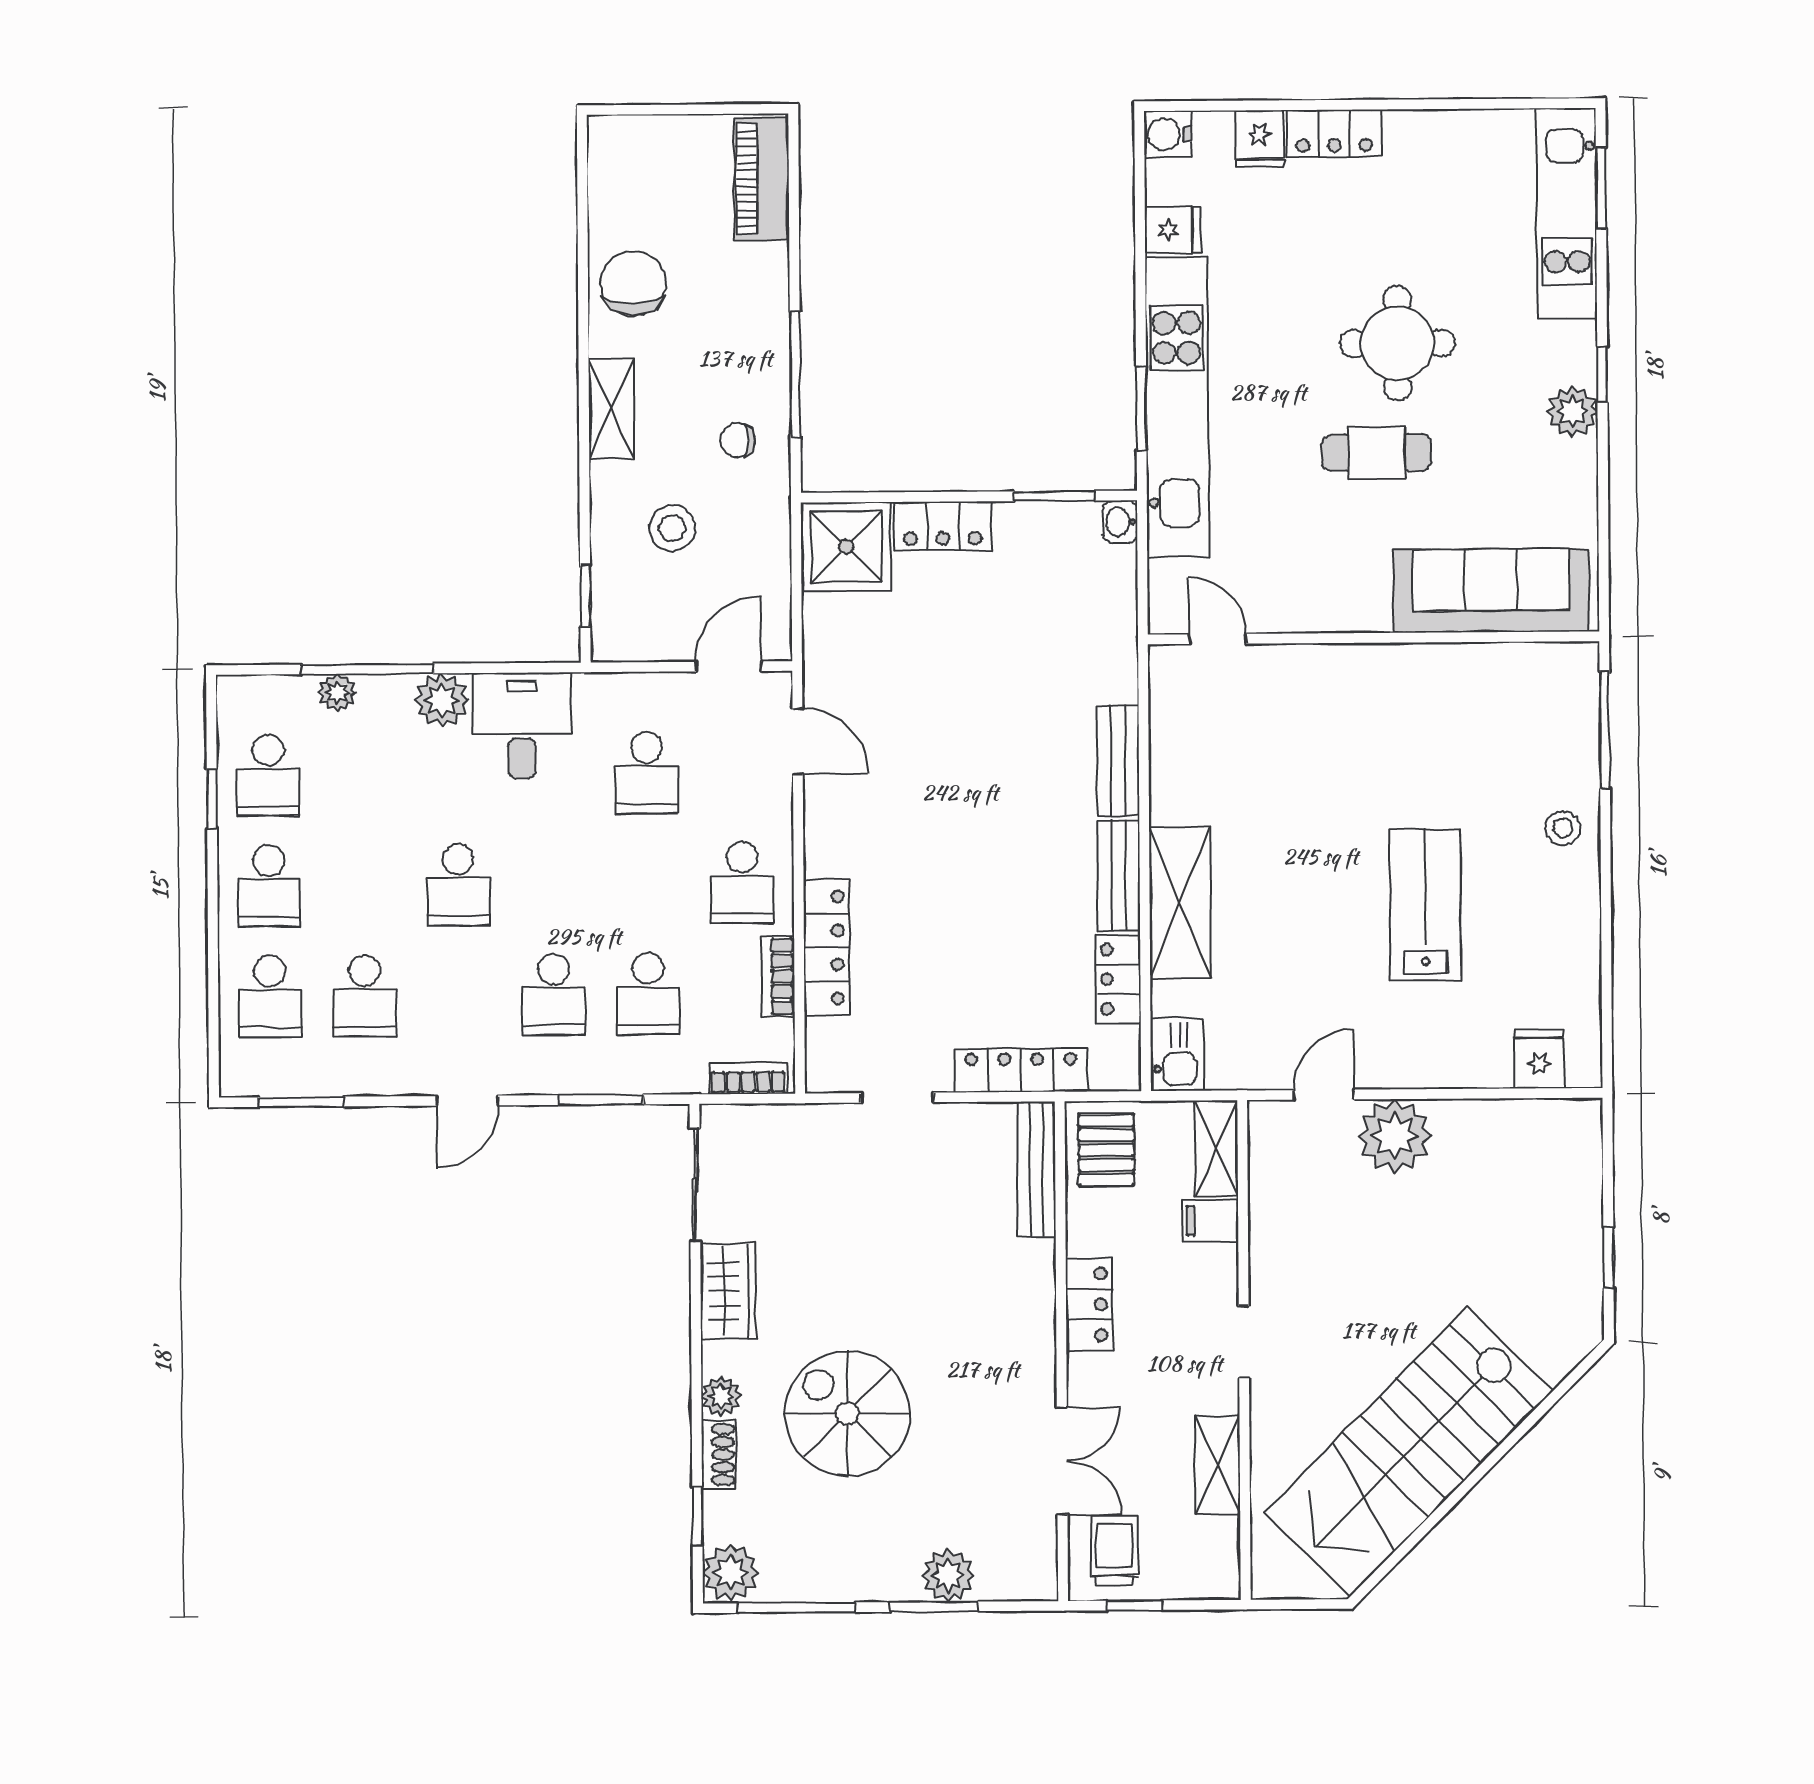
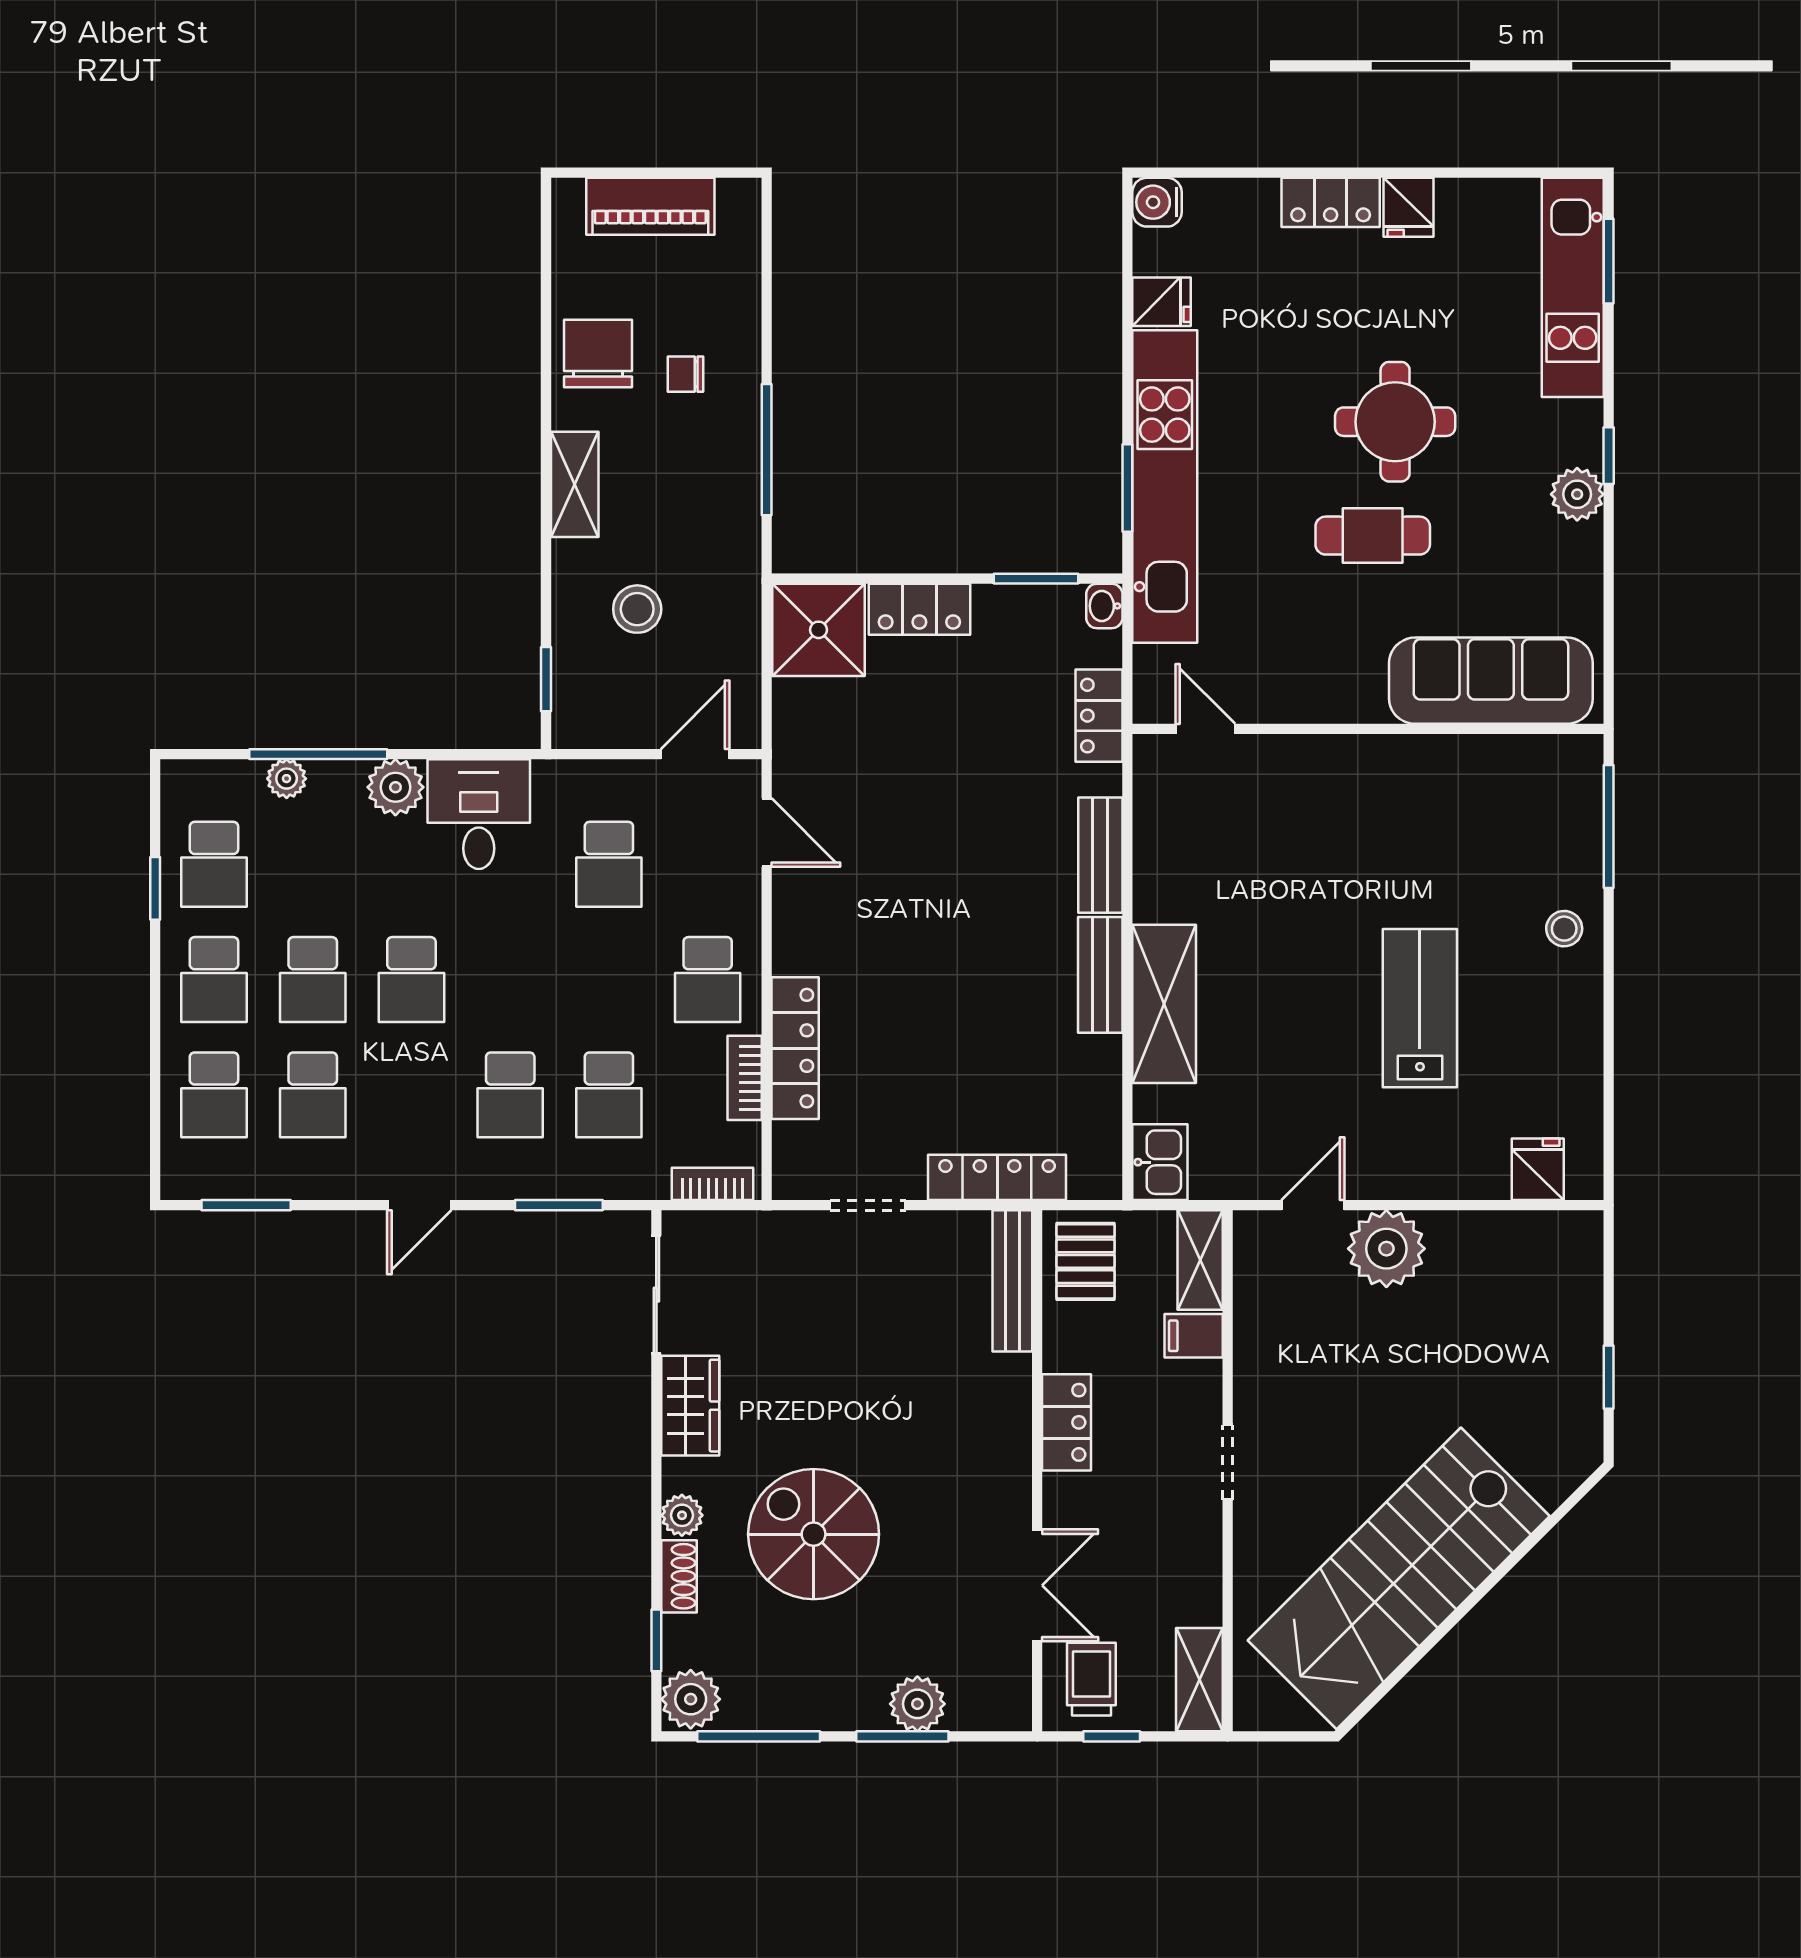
fridge: (1260, 139) -> (1408, 207), moved
piano: (761, 179) -> (650, 206), moved, turned -90
chair: (738, 440) -> (686, 374), moved
school desk: (364, 885) -> (313, 980), added
locker: (1118, 979) -> (1099, 716), moved
shelving: (1218, 1465) -> (1199, 1680), moved

